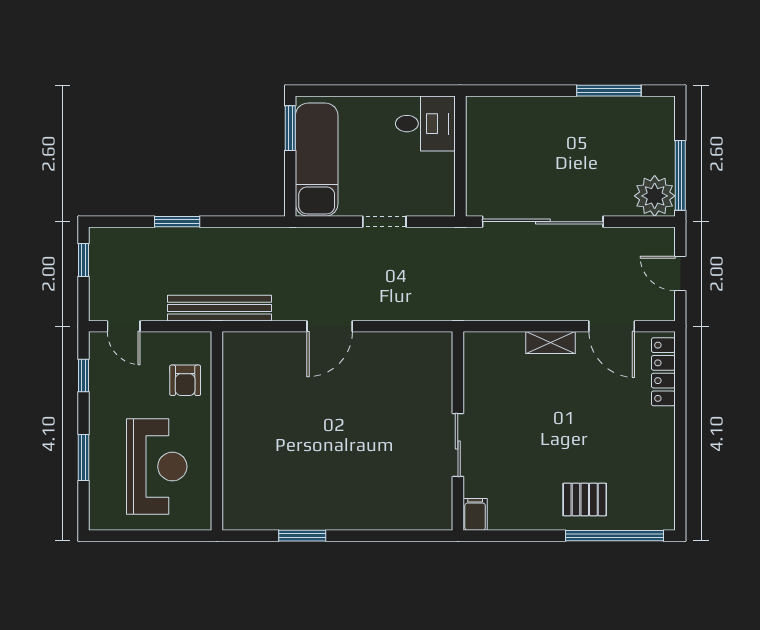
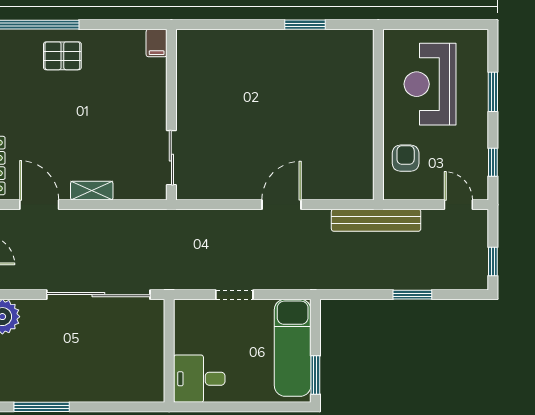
sliding door: (458, 445) -> (171, 158), moved

